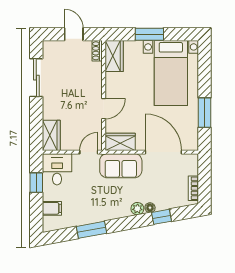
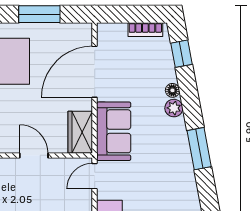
door: (89, 152) -> (95, 176), hinge flipped
window: (162, 217) -> (182, 54), moved
window: (92, 230) -> (199, 149), moved

